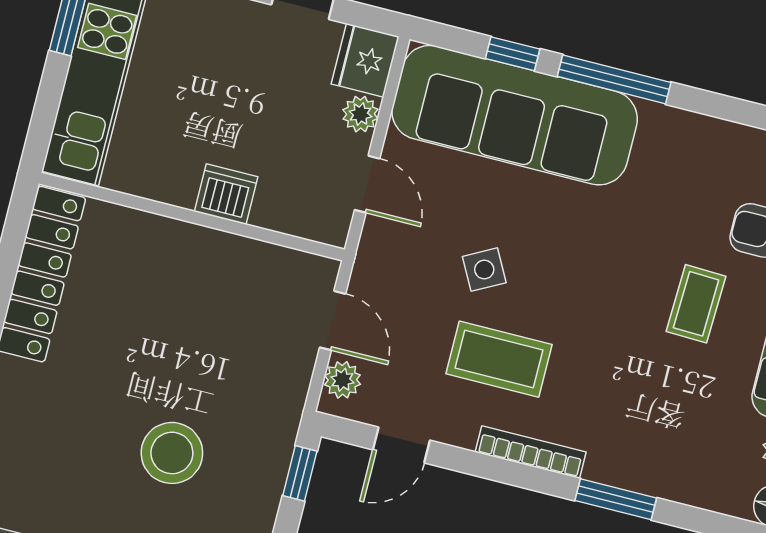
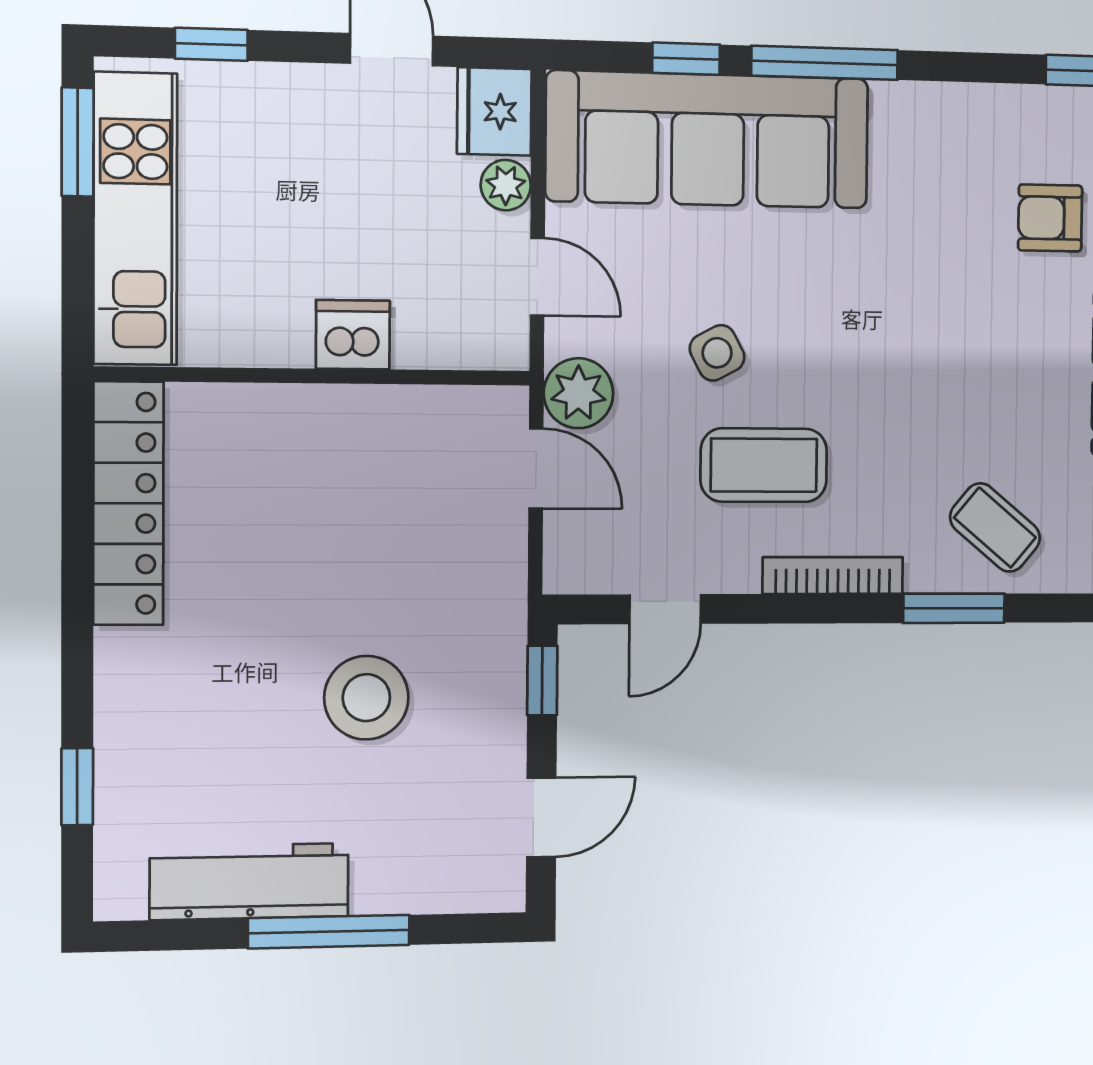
coffee table: (696, 304) -> (995, 527), moved, turned -52
plant: (342, 380) -> (578, 393), moved, width x1.38, depth x1.38

